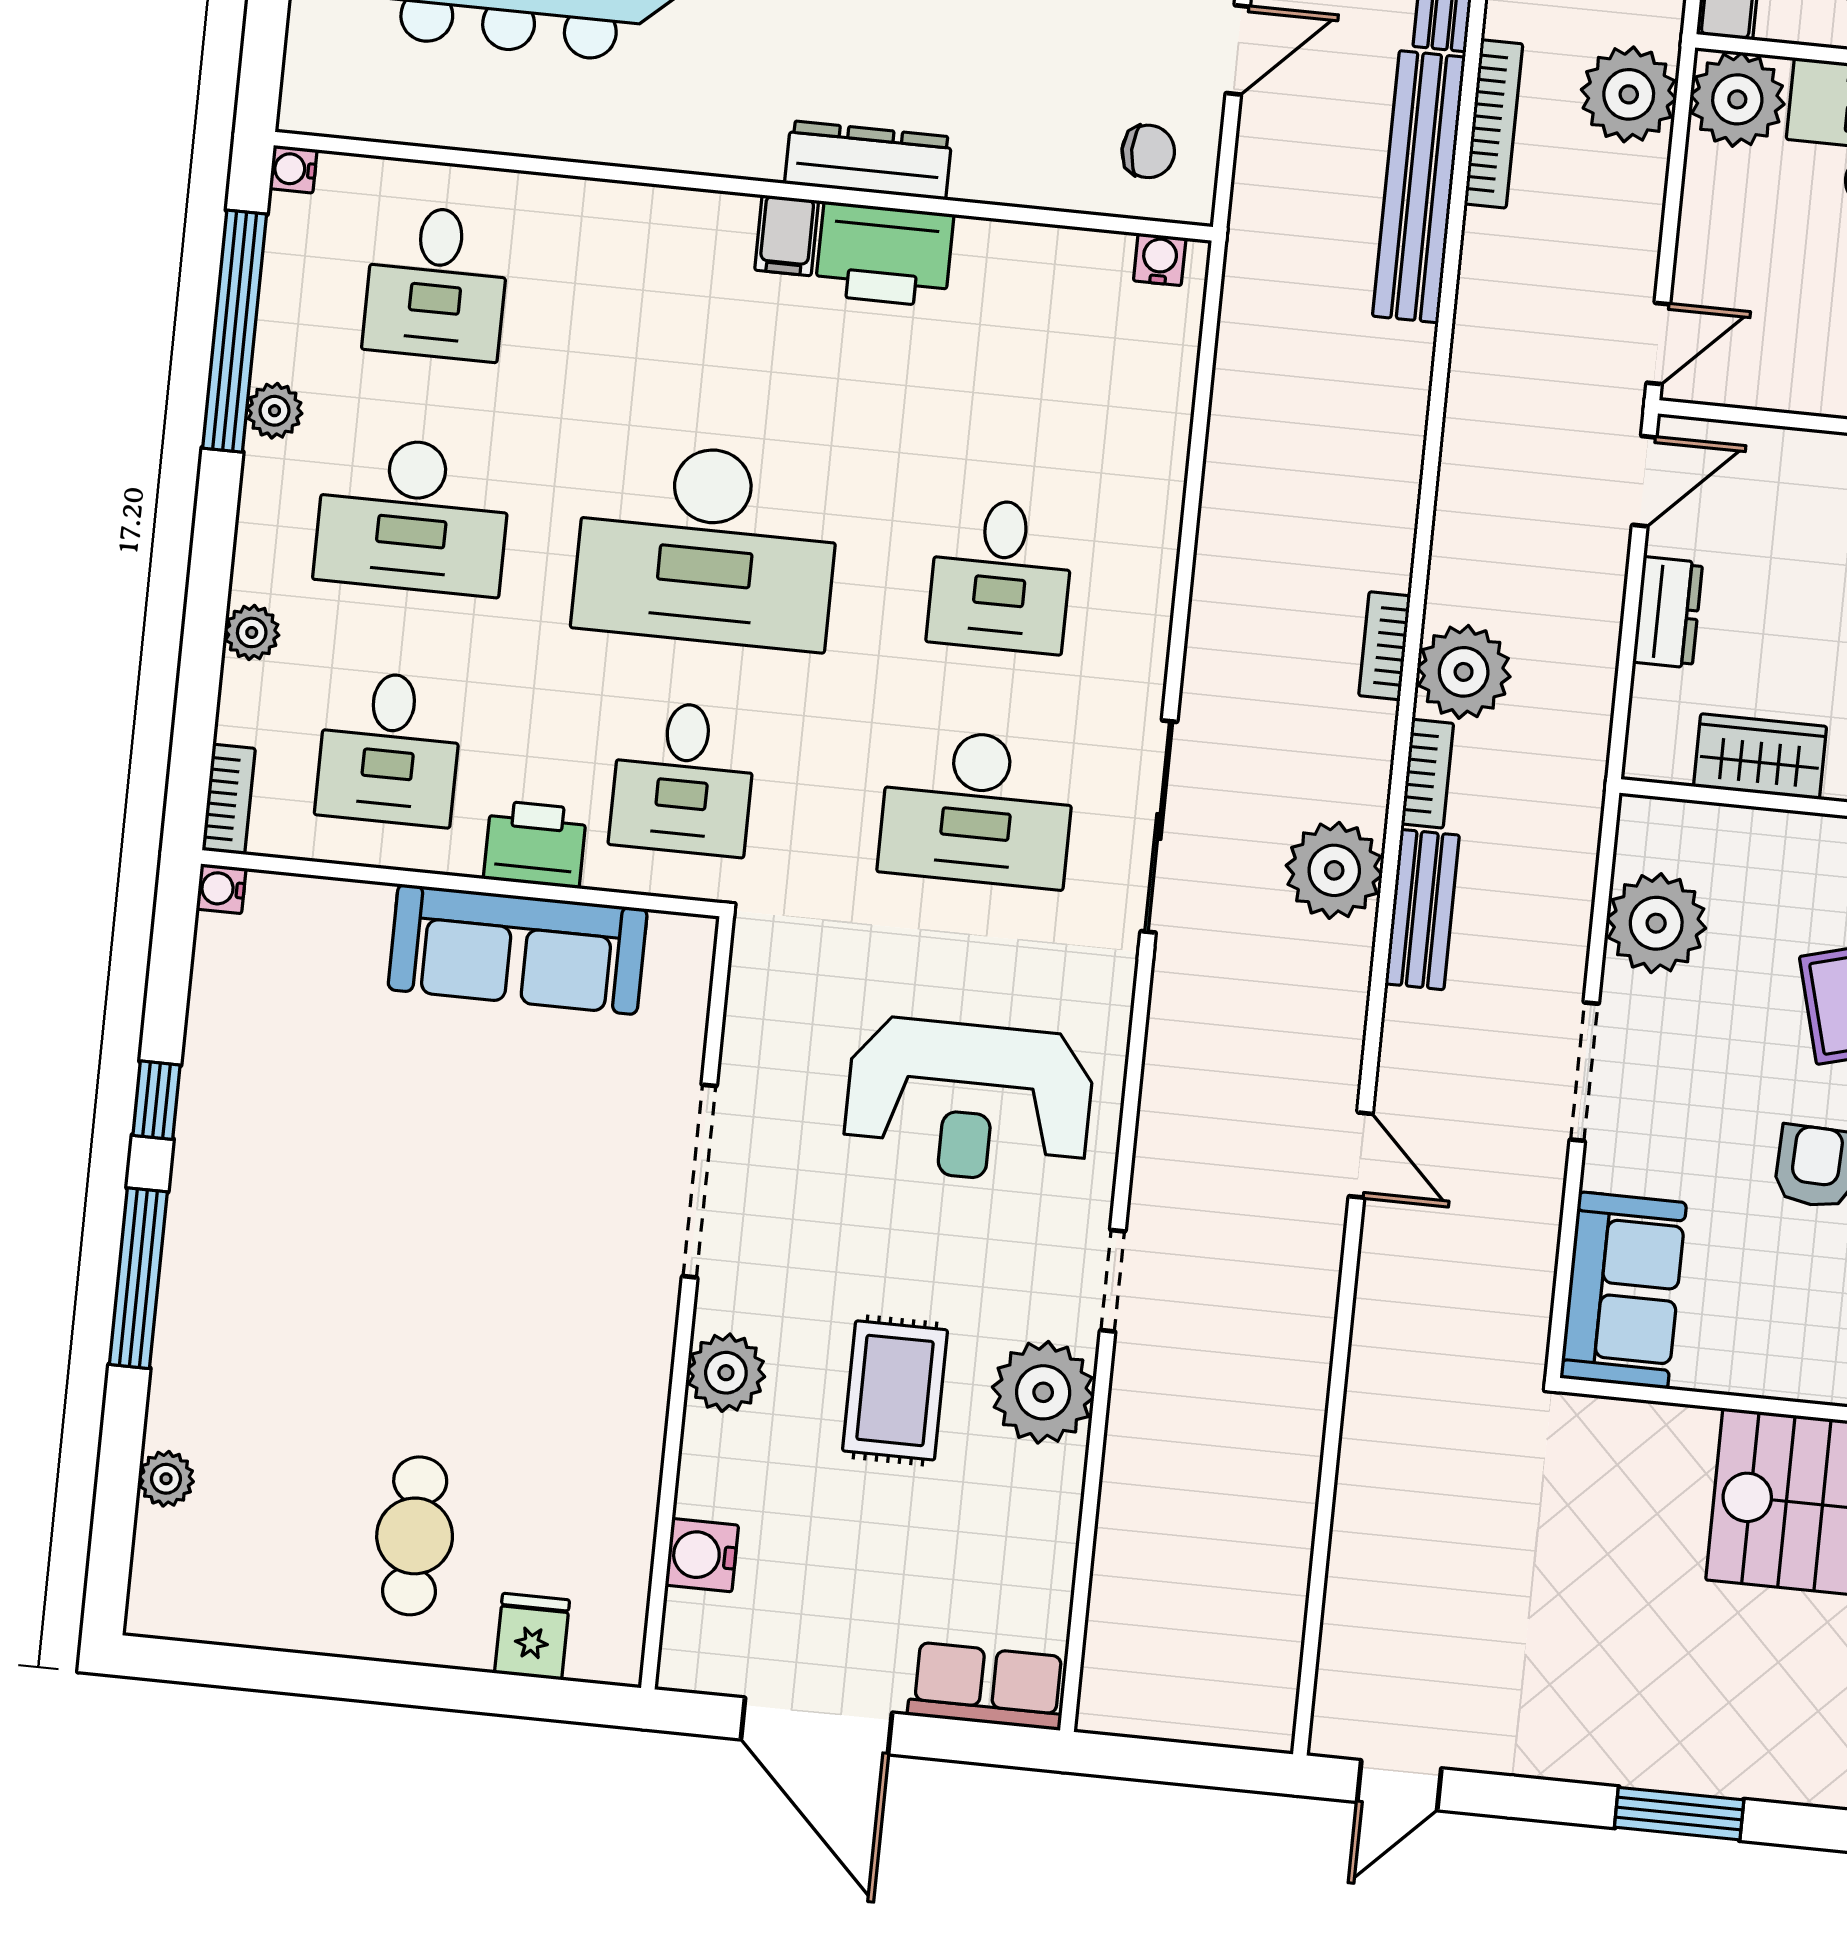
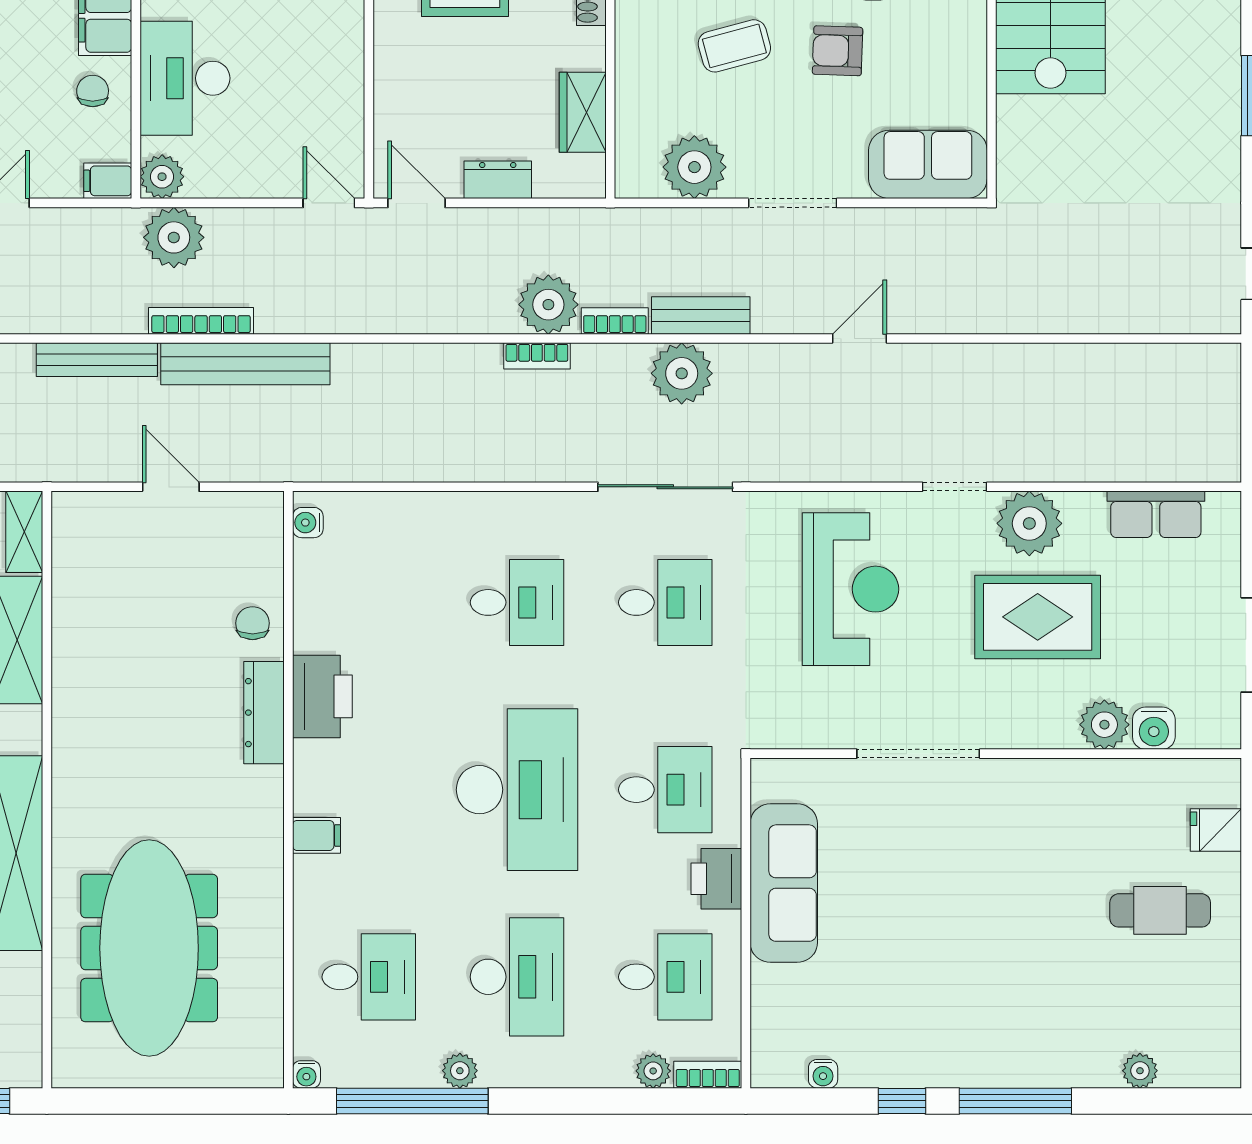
plant: (1737, 99) -> (162, 177), width x0.73, depth x0.73
chair: (1148, 151) -> (253, 623), moved
filing cabinet: (787, 235) -> (317, 835), moved
plant: (252, 632) -> (653, 1071), moved
desk: (977, 808) -> (665, 602), width x0.73
water cooler: (221, 889) -> (823, 1074), moved
plant: (726, 1373) -> (1104, 725), moved
rug: (895, 1390) -> (1038, 617), width x1.36, depth x1.43
row of seats: (987, 1686) -> (1156, 514), moved, turned -90

